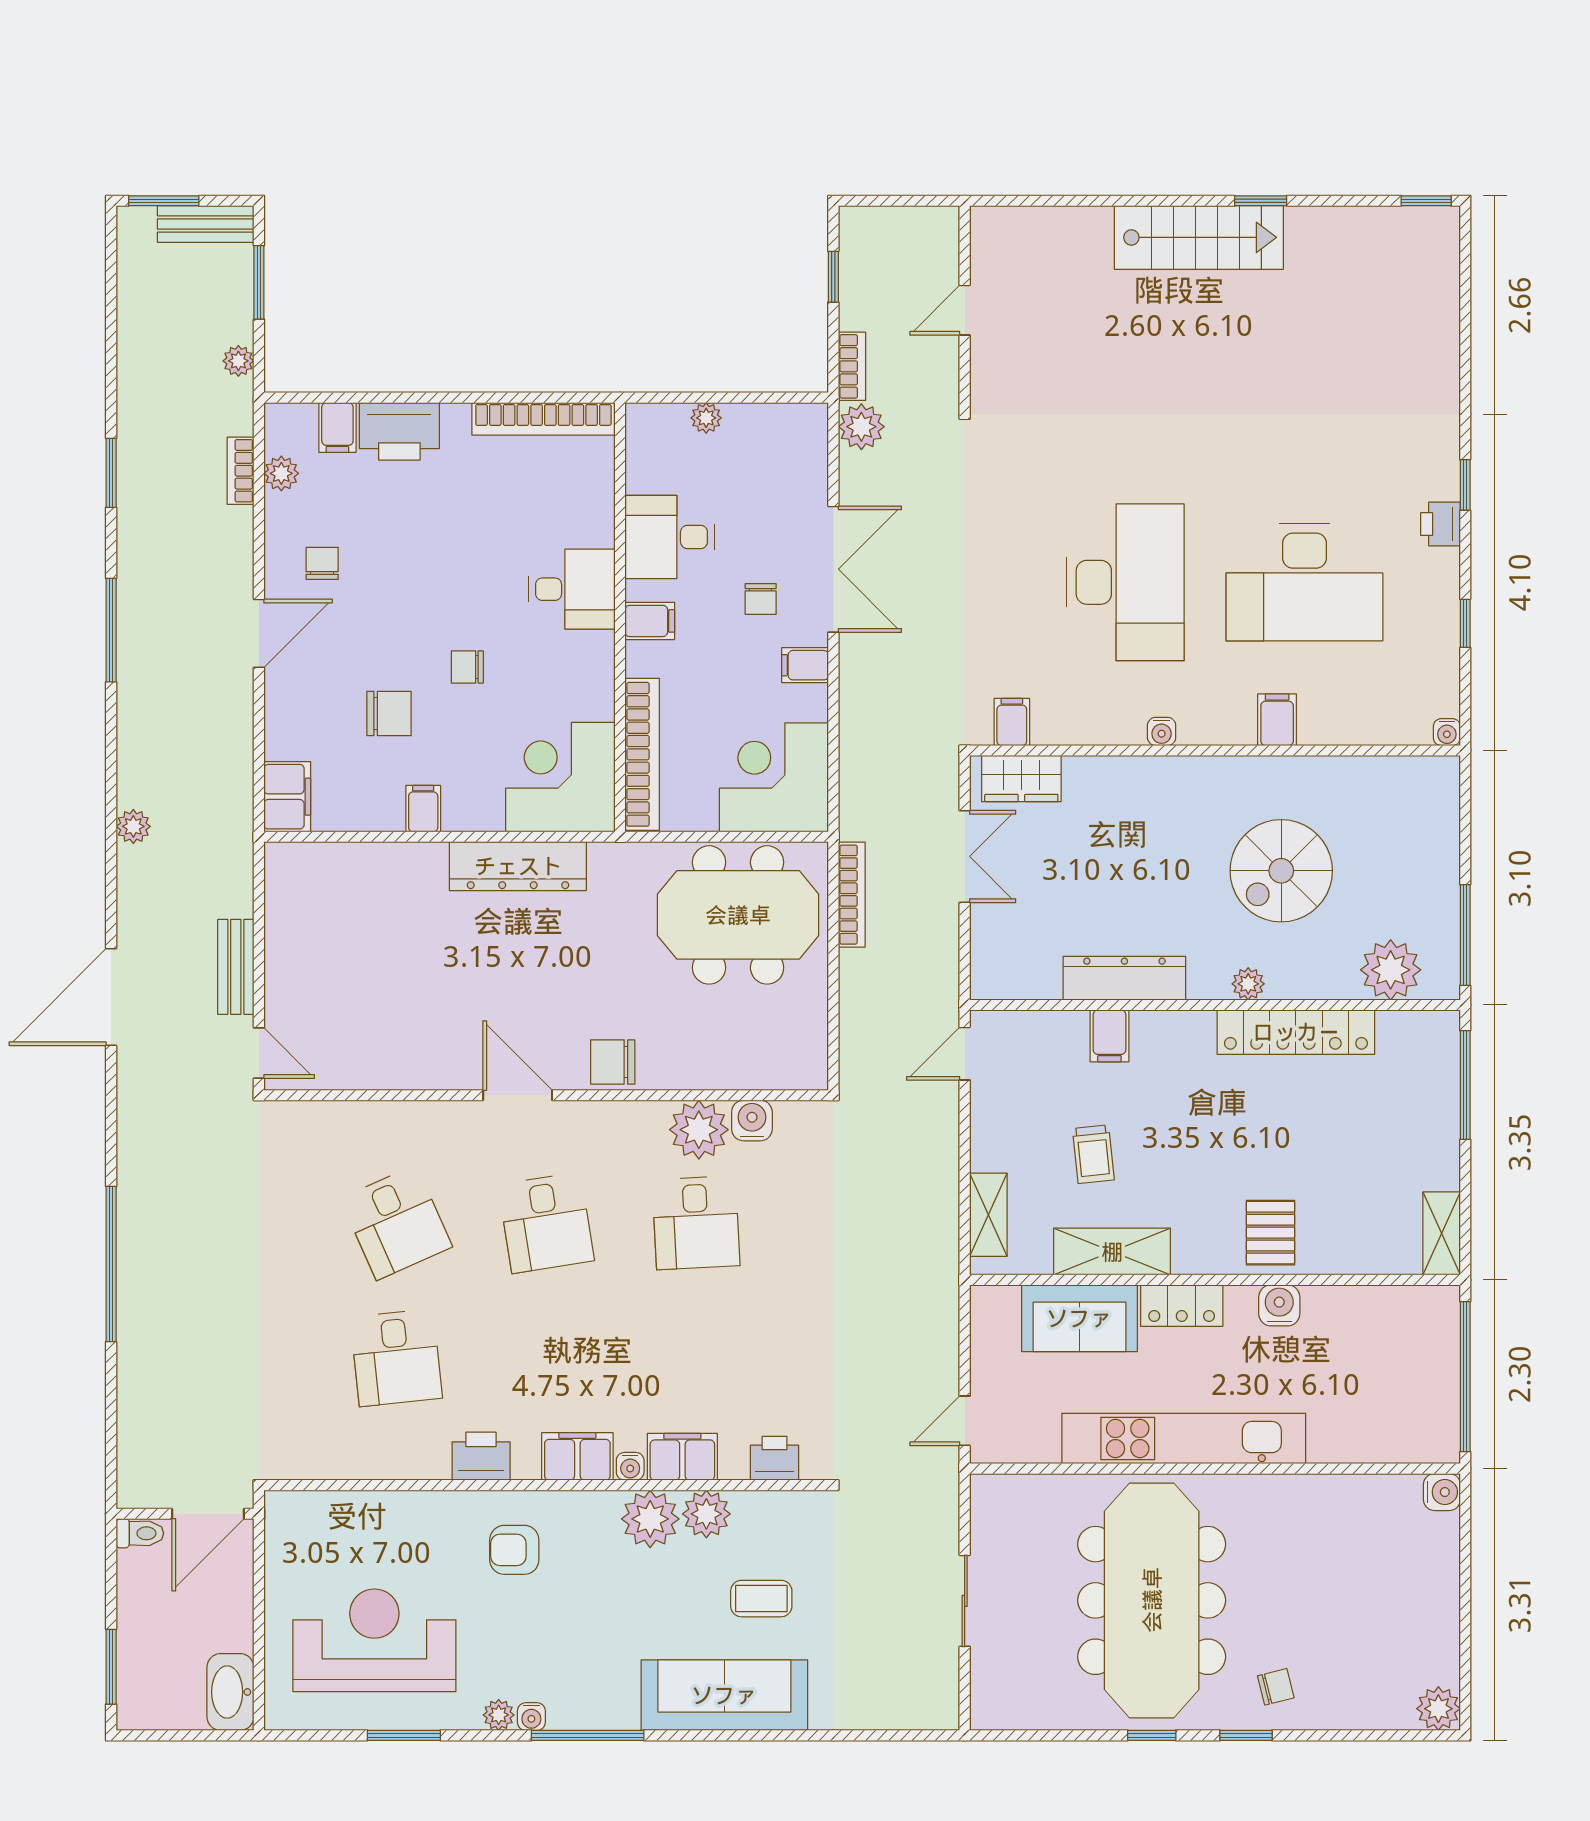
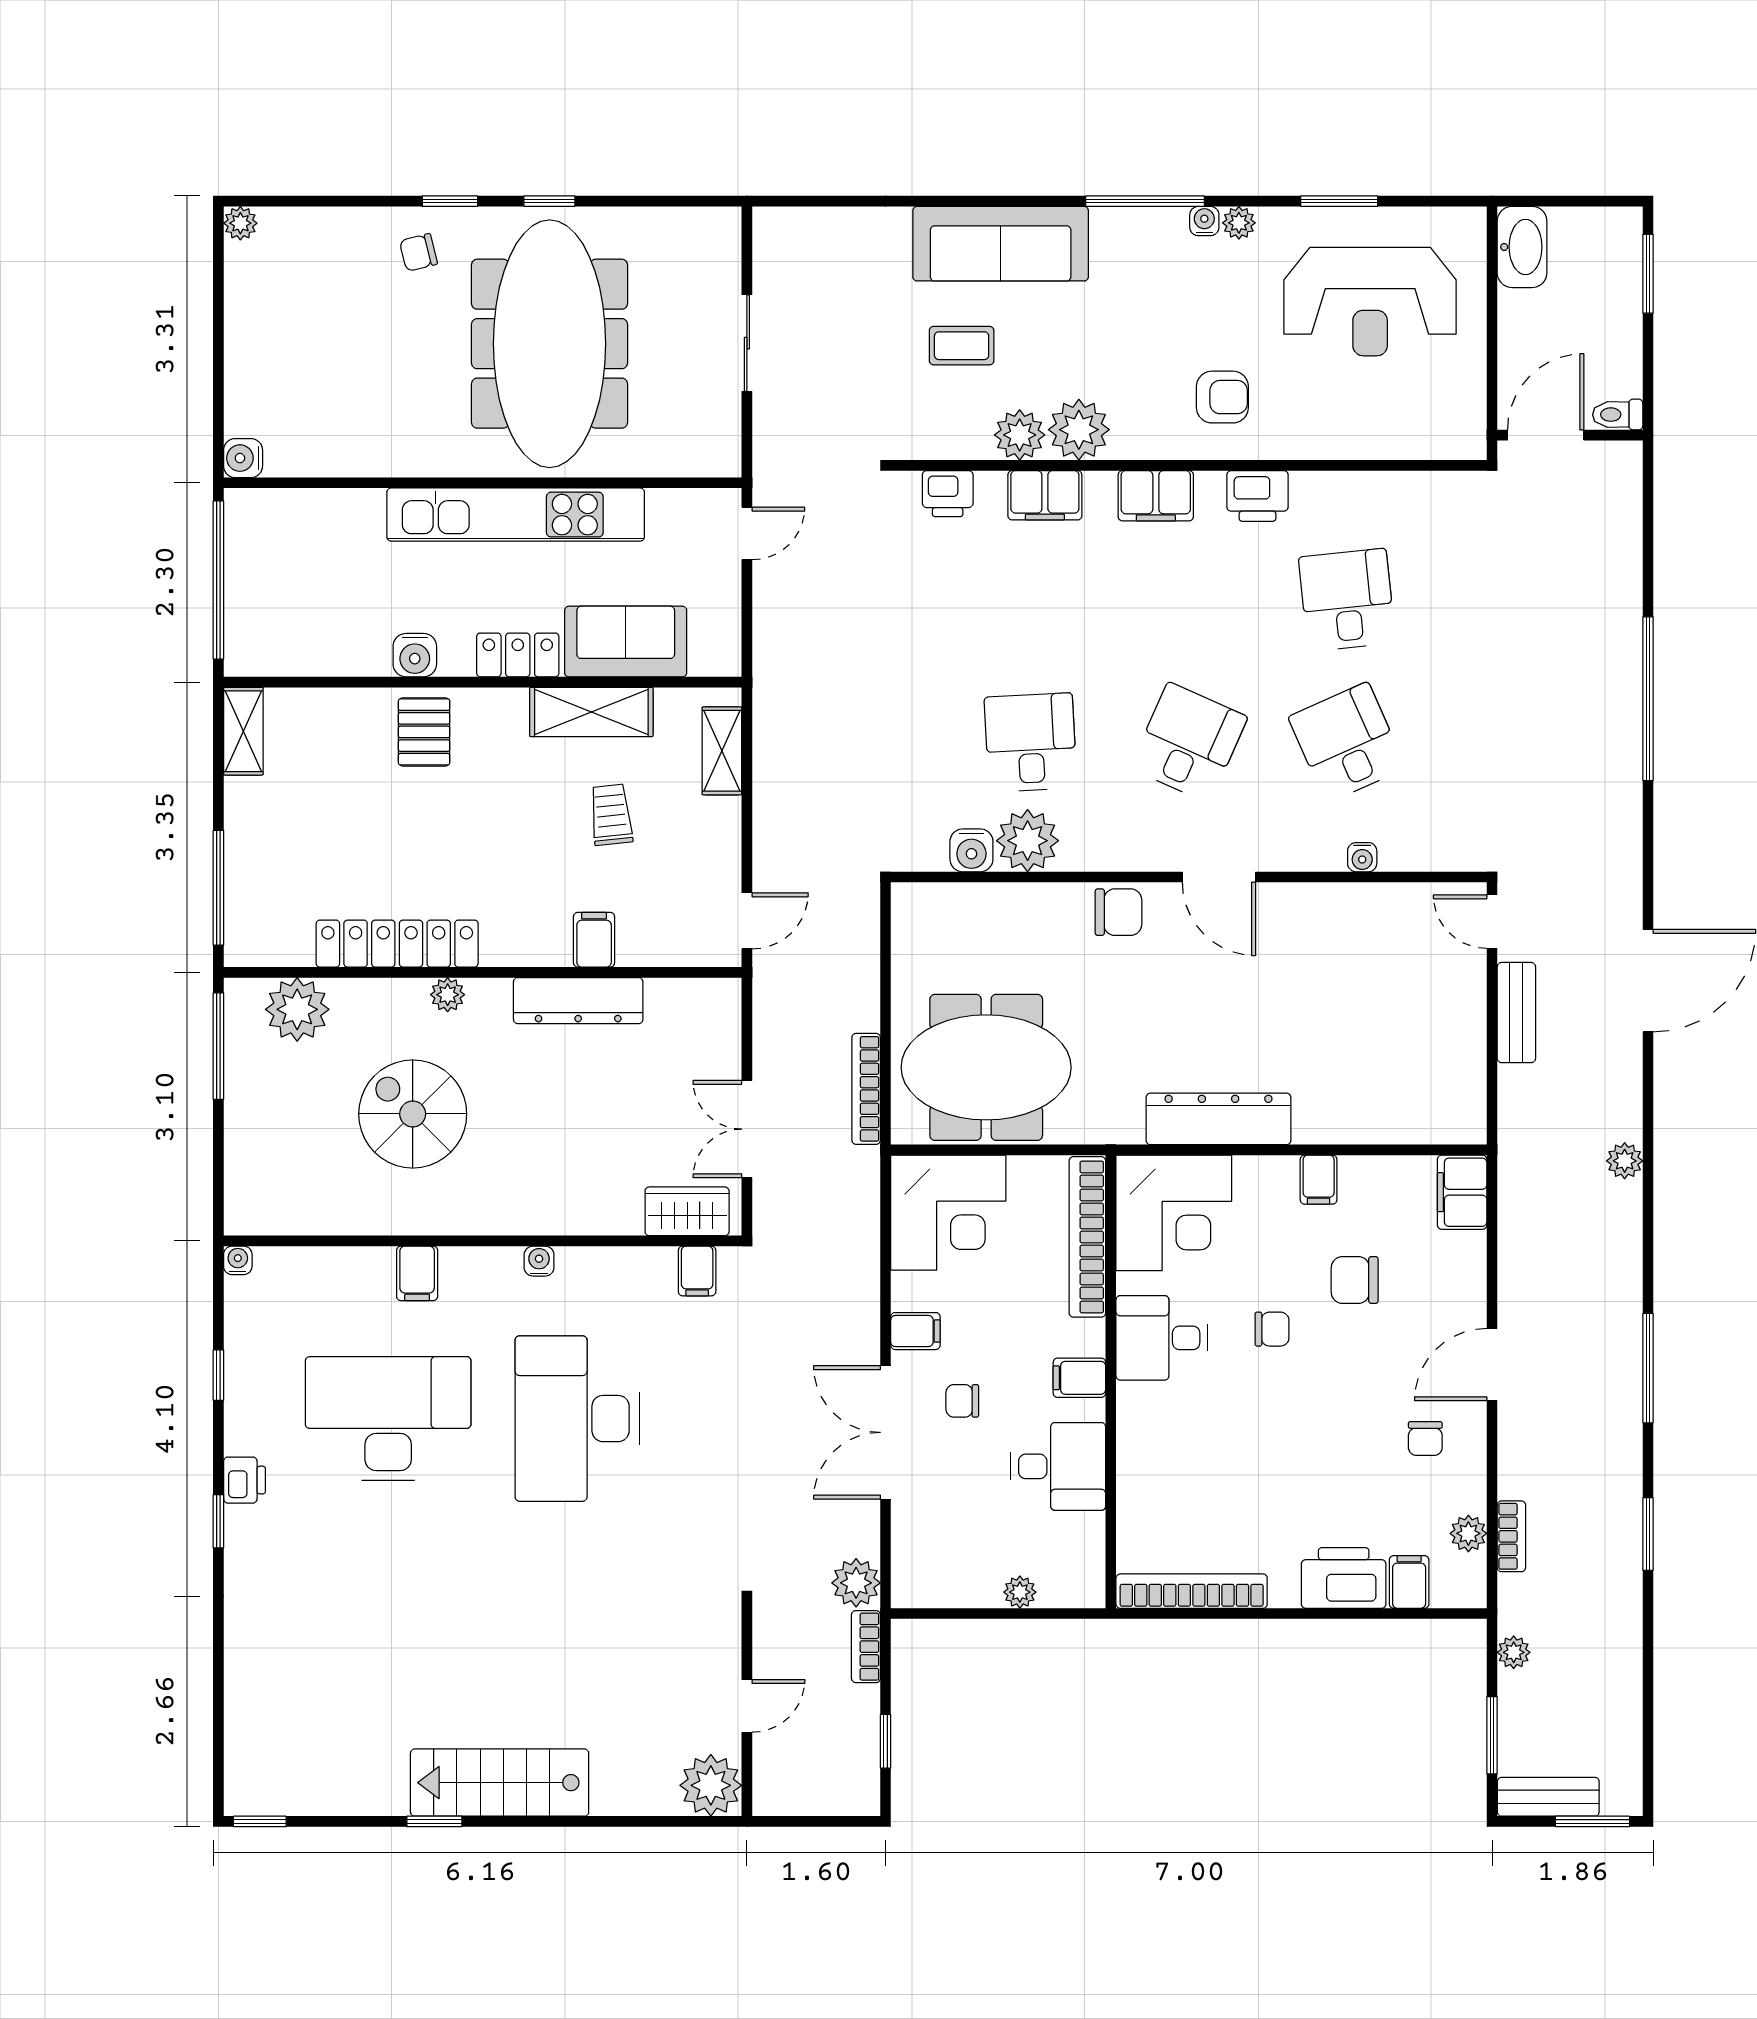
plant: (999, 235) -> (711, 1785), added
desk: (572, 589) -> (1162, 1338), moved
chair: (761, 599) -> (962, 1401), turned -90
spiral stairs: (1281, 871) -> (413, 1114), turned -90
desk: (546, 1223) -> (1189, 742), turned 33
water cooler: (630, 1466) -> (1362, 857), moved, turned 180
plant: (1438, 1709) -> (240, 223), width x0.73, depth x0.73

